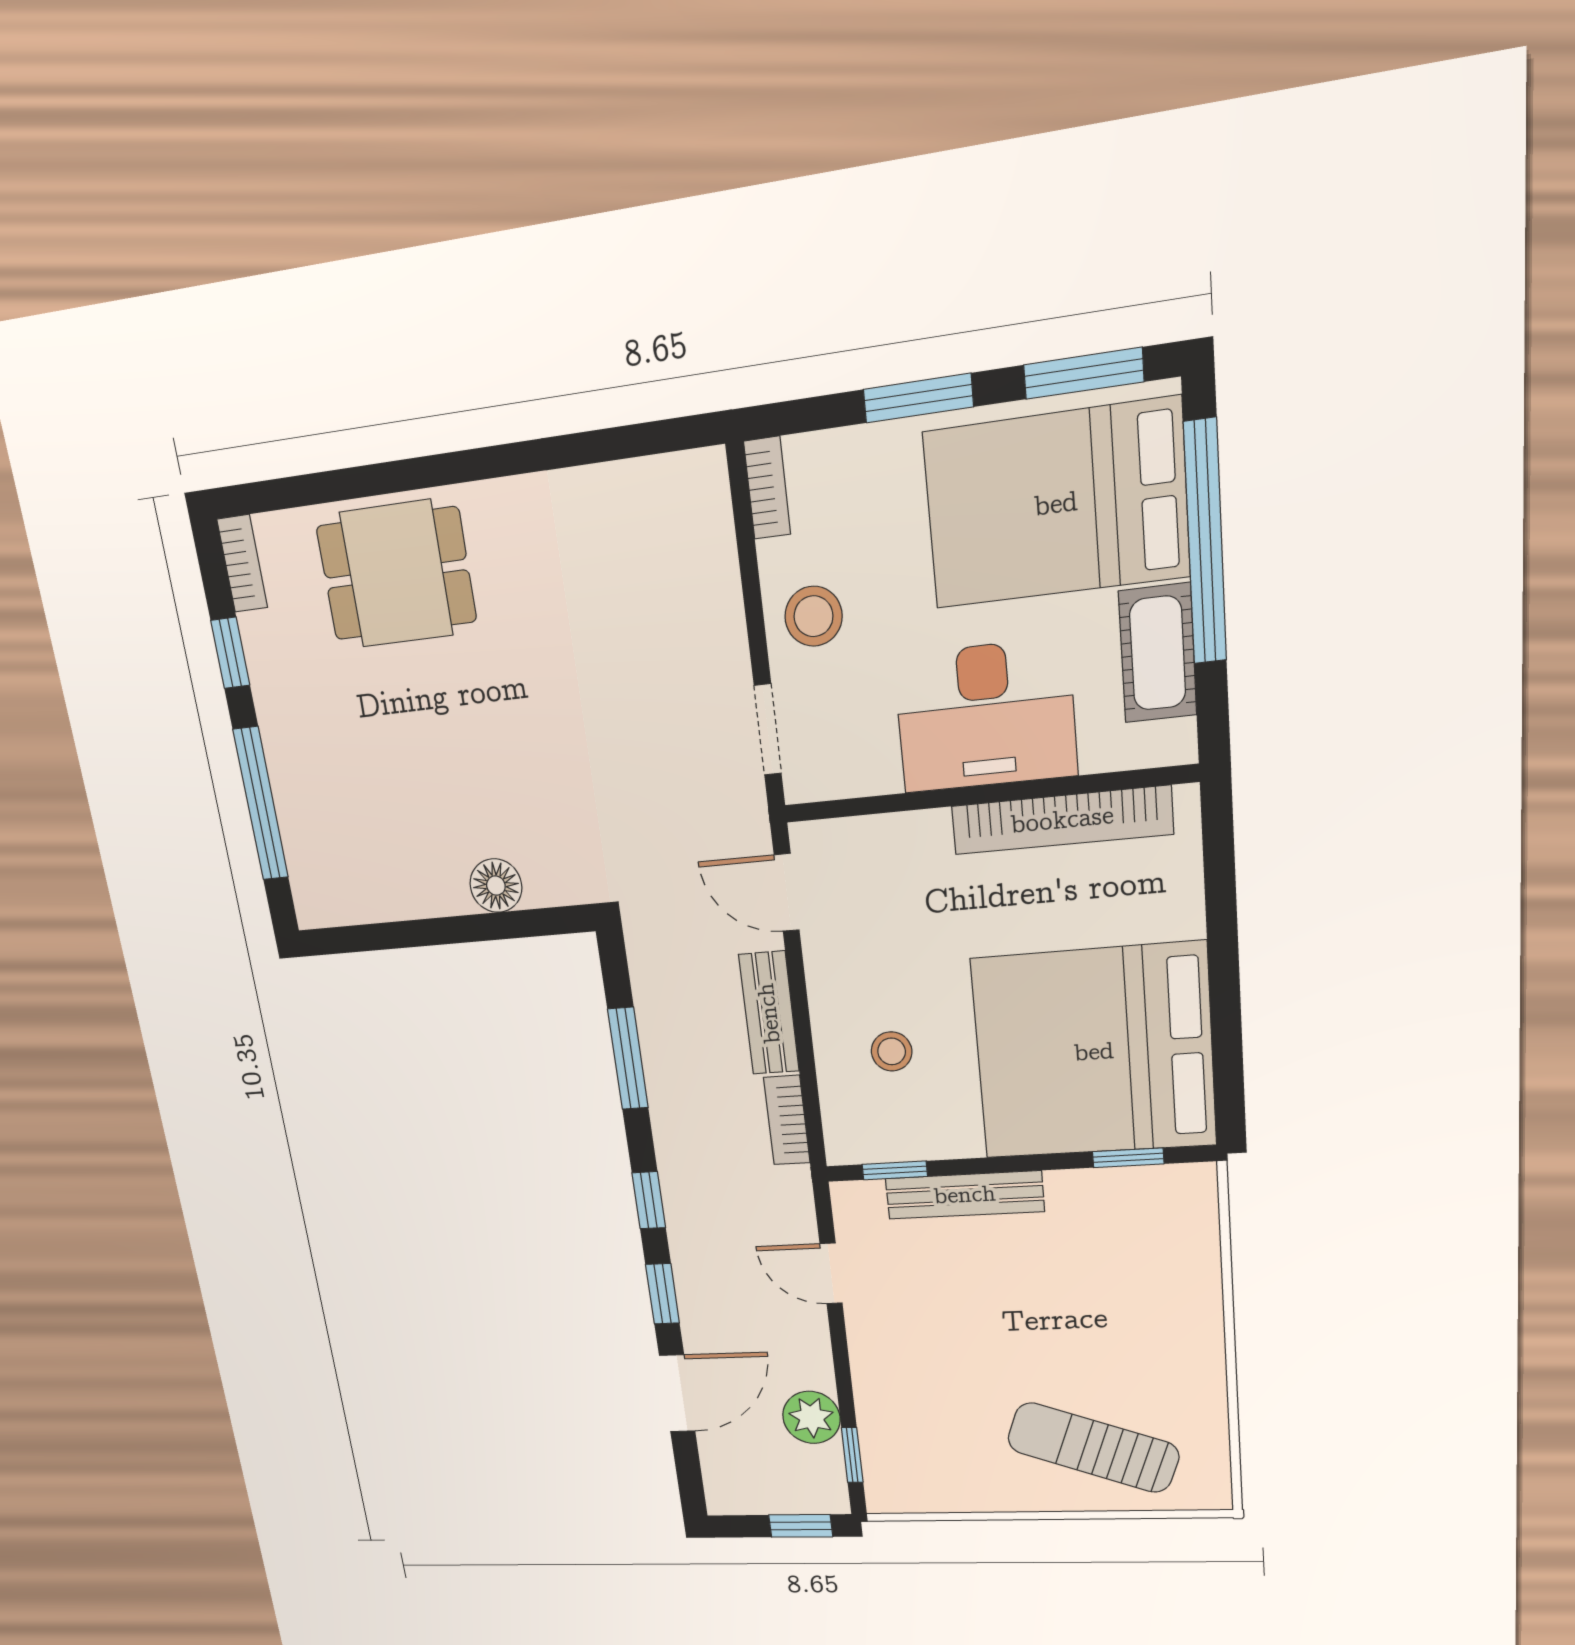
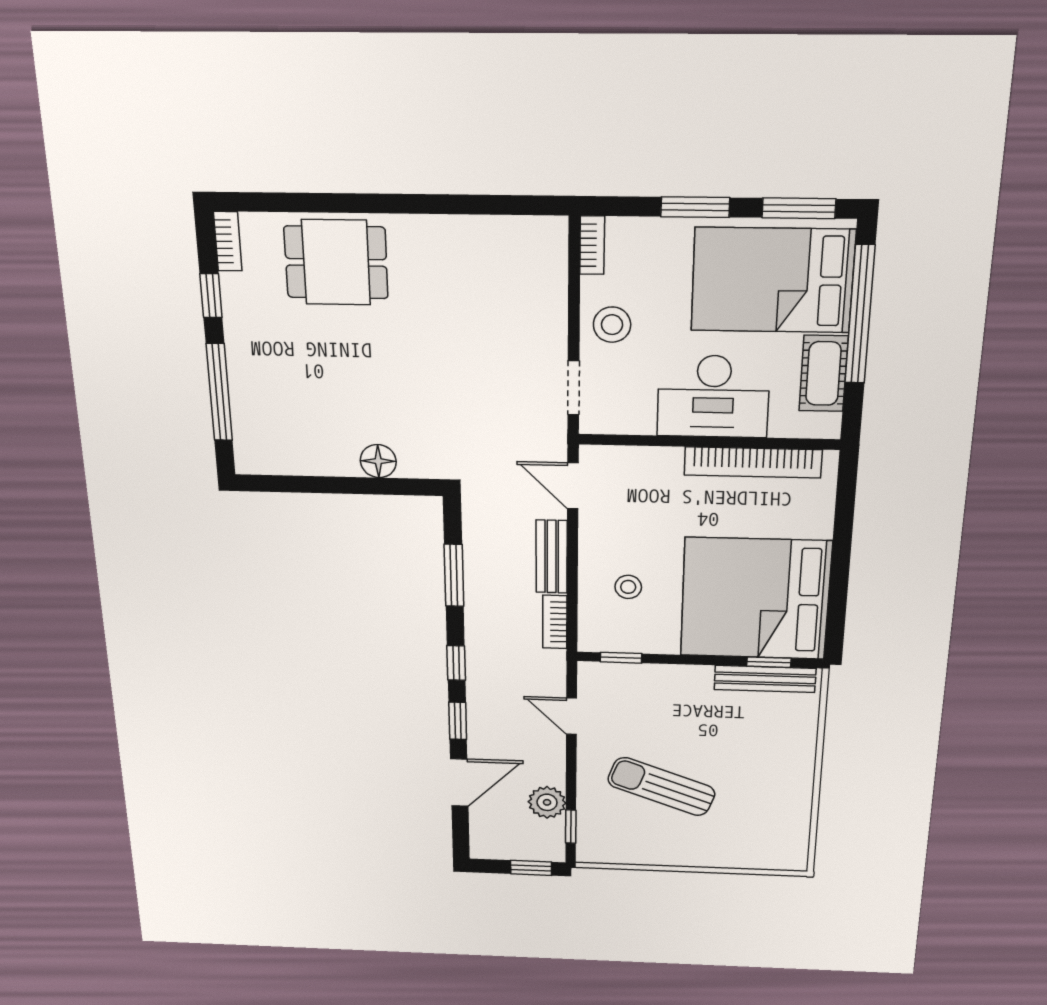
bench: (965, 1195) -> (765, 679), moved
sun lounger: (1093, 1448) -> (661, 787), moved

